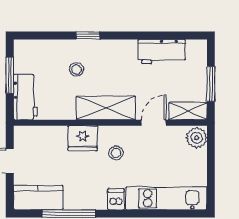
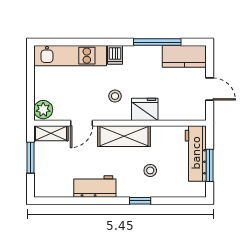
workbench: (162, 52) -> (95, 186), moved
workbench: (25, 97) -> (196, 153), width x1.37

